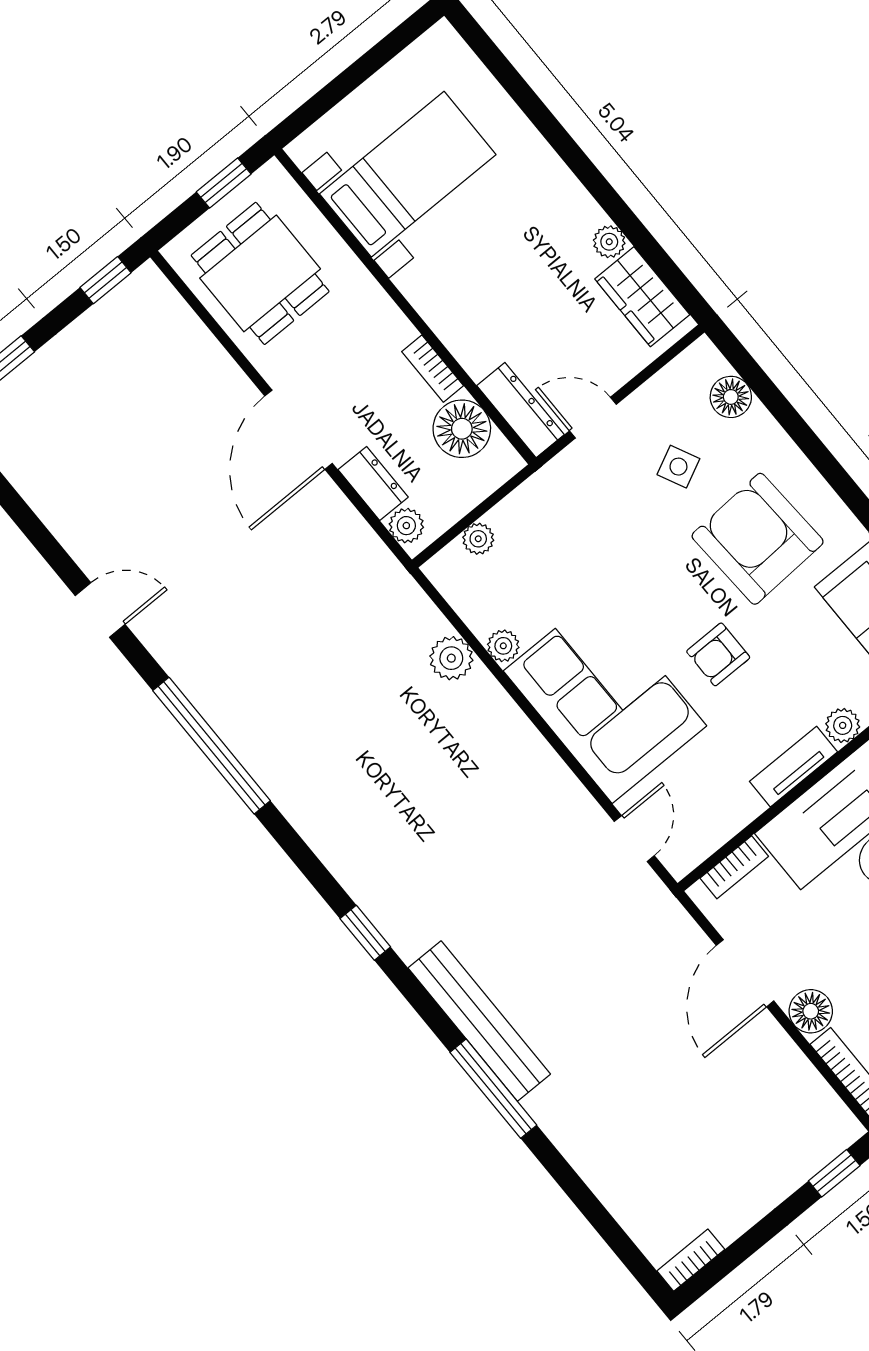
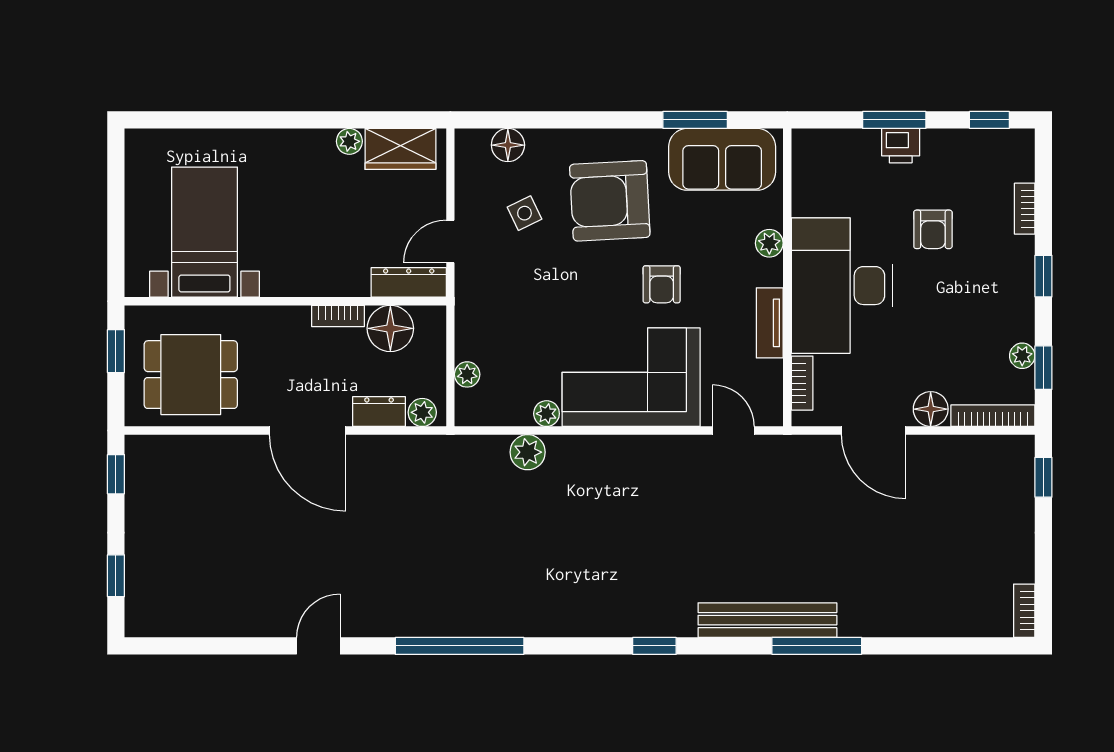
tv unit: (793, 767) -> (770, 323), moved

